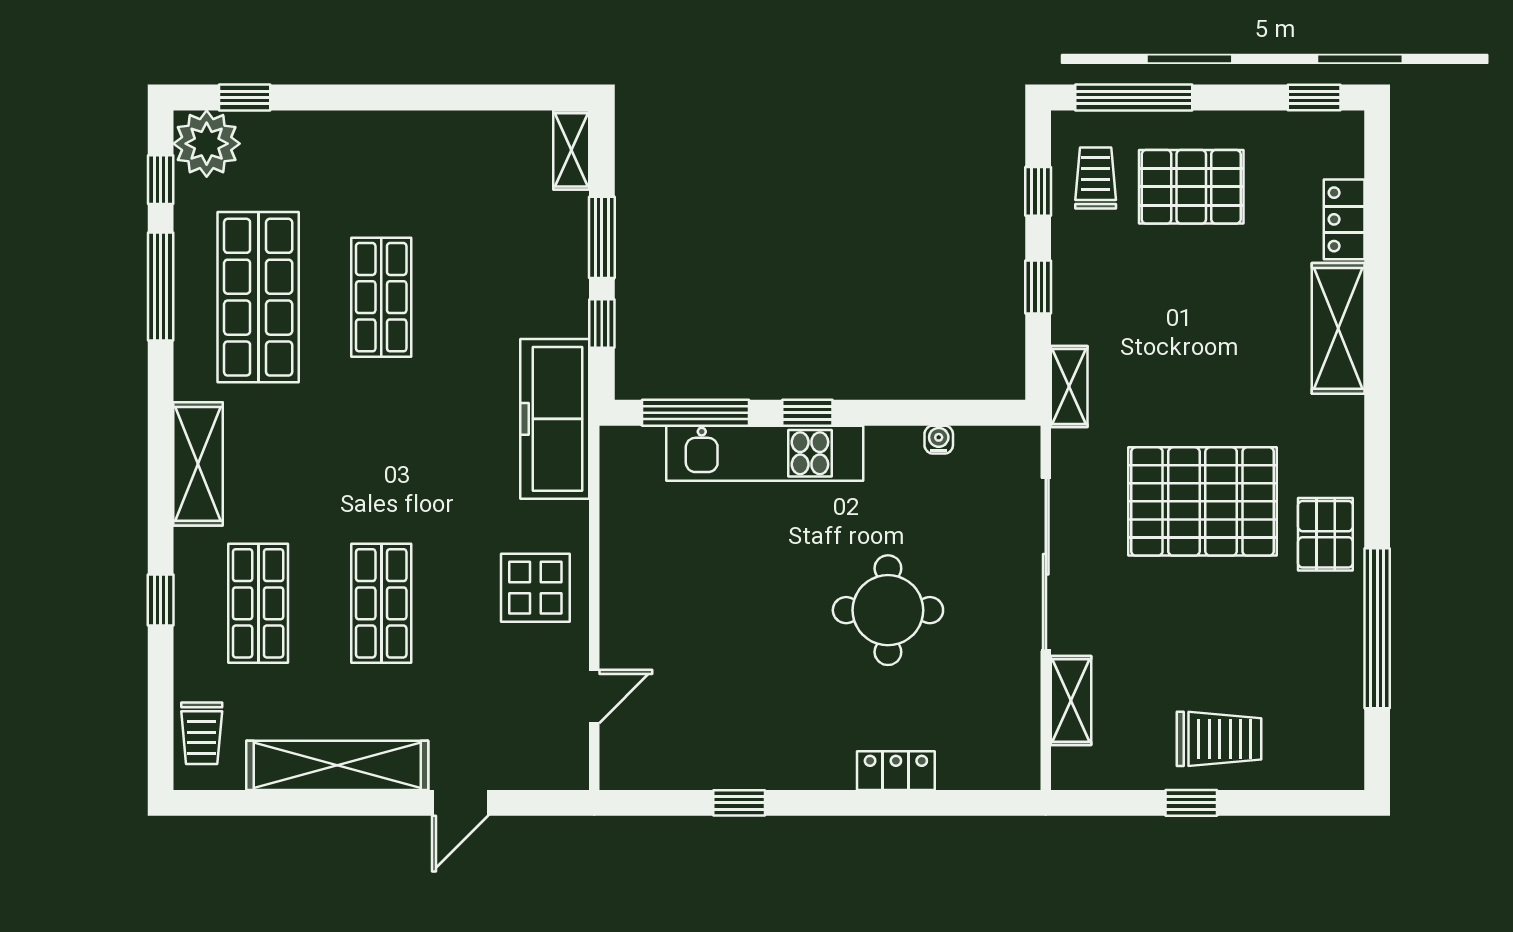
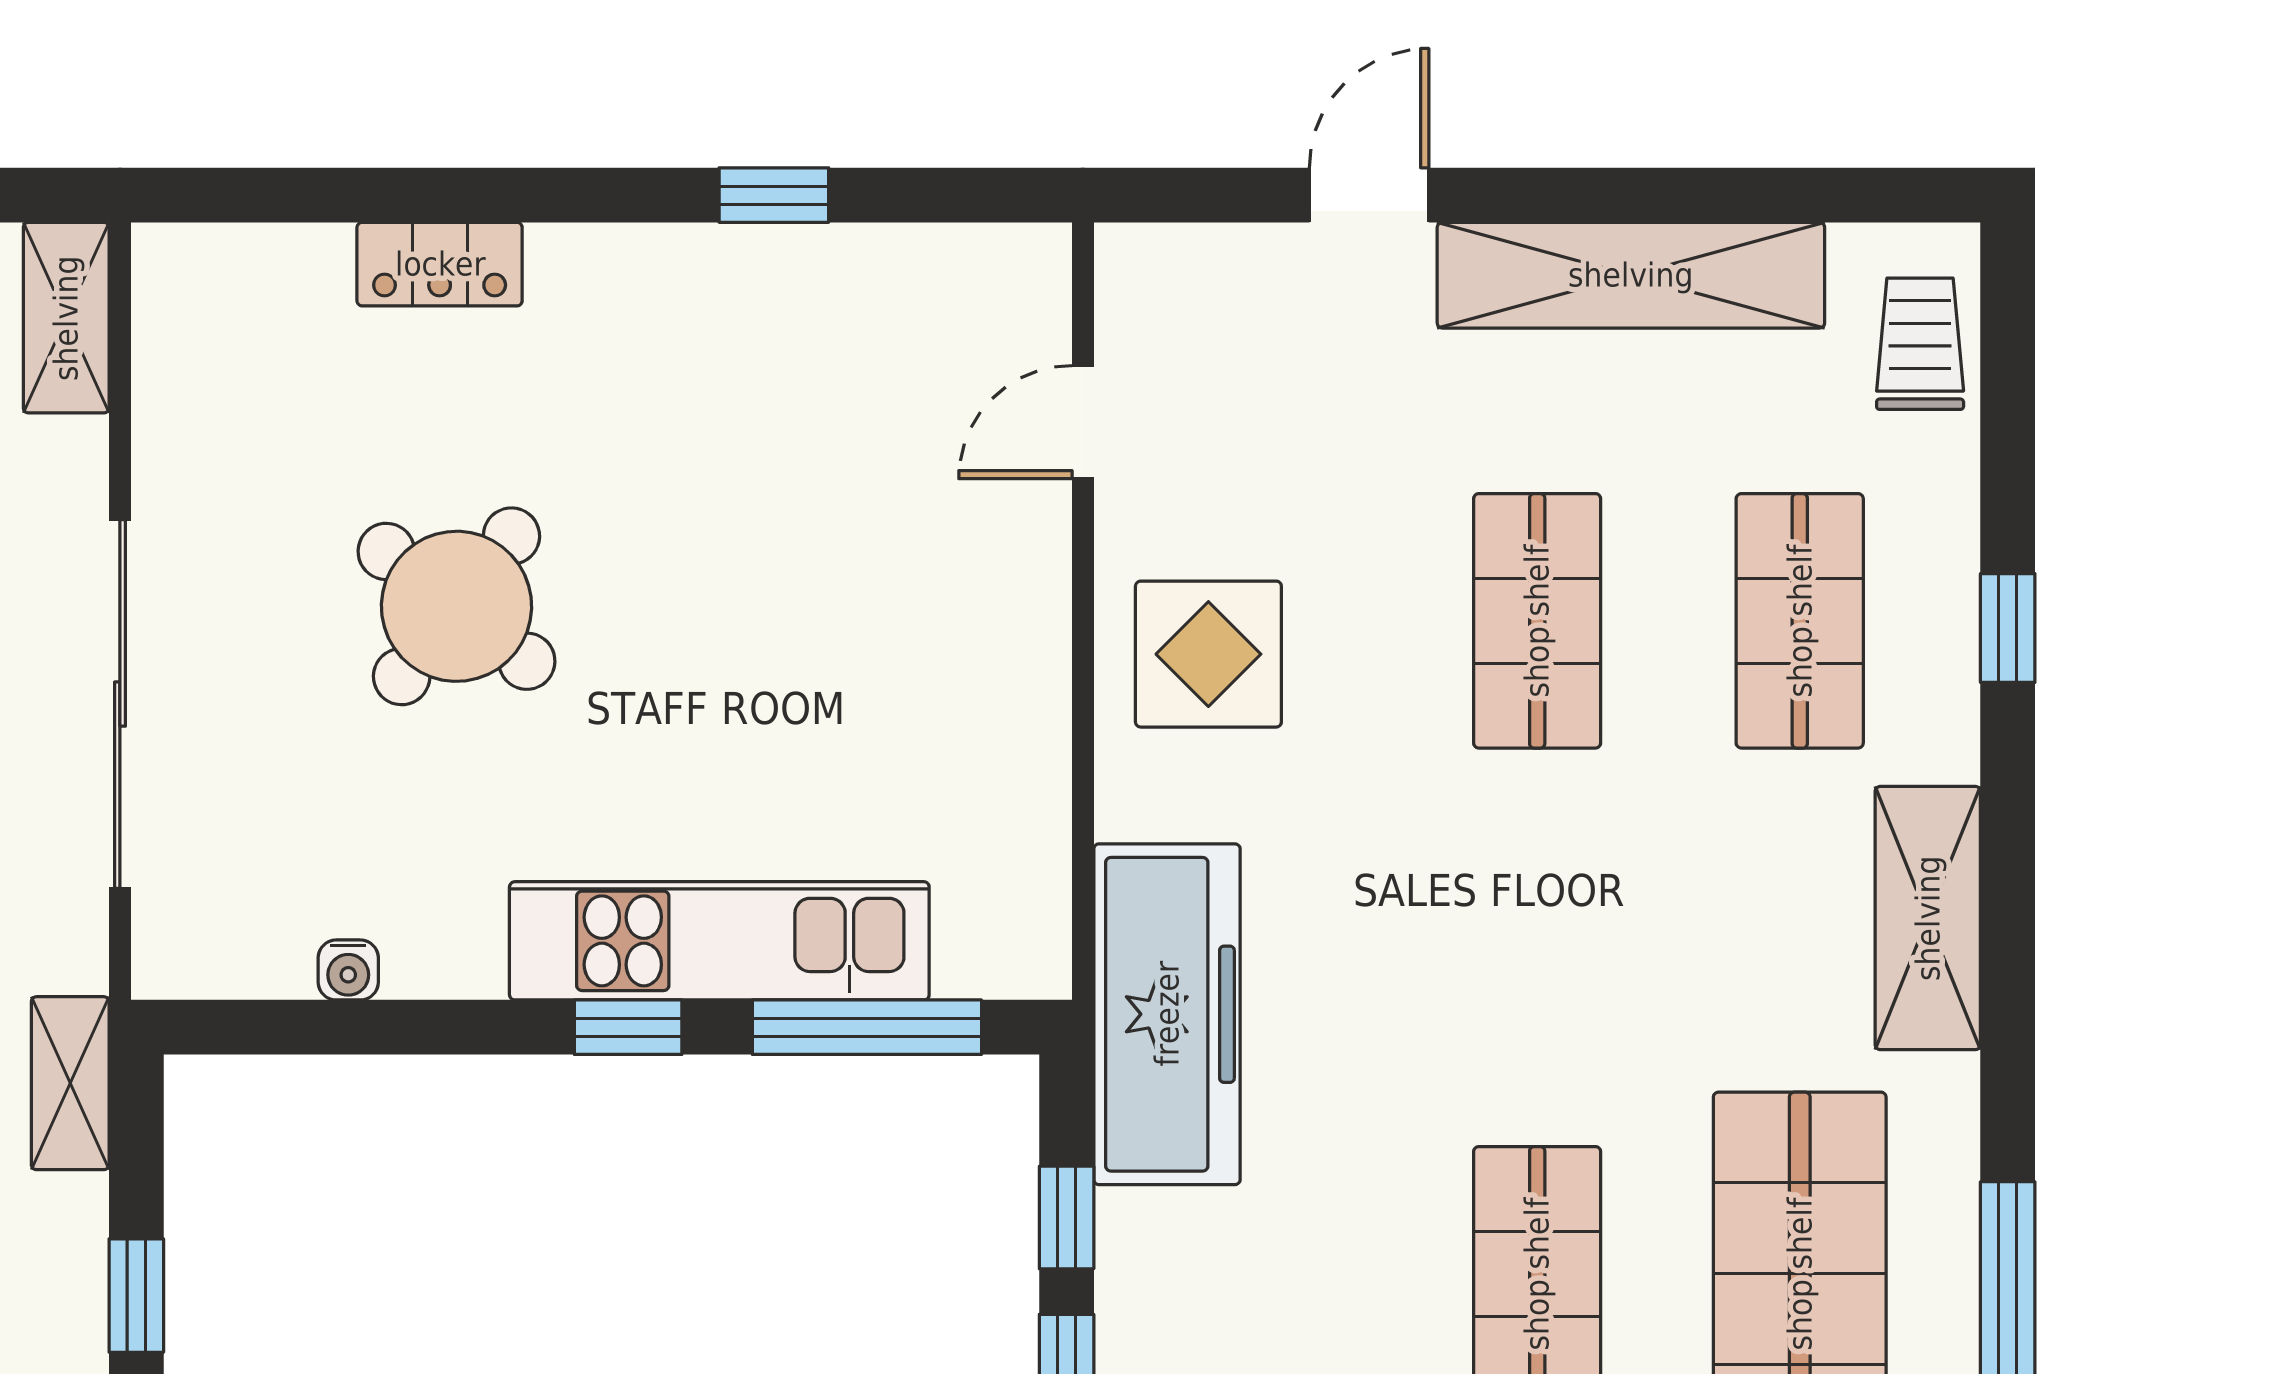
round table: (888, 610) -> (457, 606), turned 38
shelving: (1071, 701) -> (66, 318), moved

